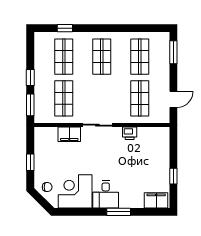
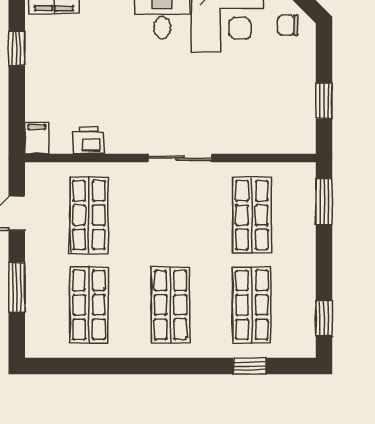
window: (173, 52) -> (17, 287), moved
window: (30, 78) -> (324, 318), moved
printer: (130, 133) -> (89, 140), moved
filing cabinet: (69, 134) -> (37, 138), moved, width x0.50
window: (30, 162) -> (324, 101), moved

